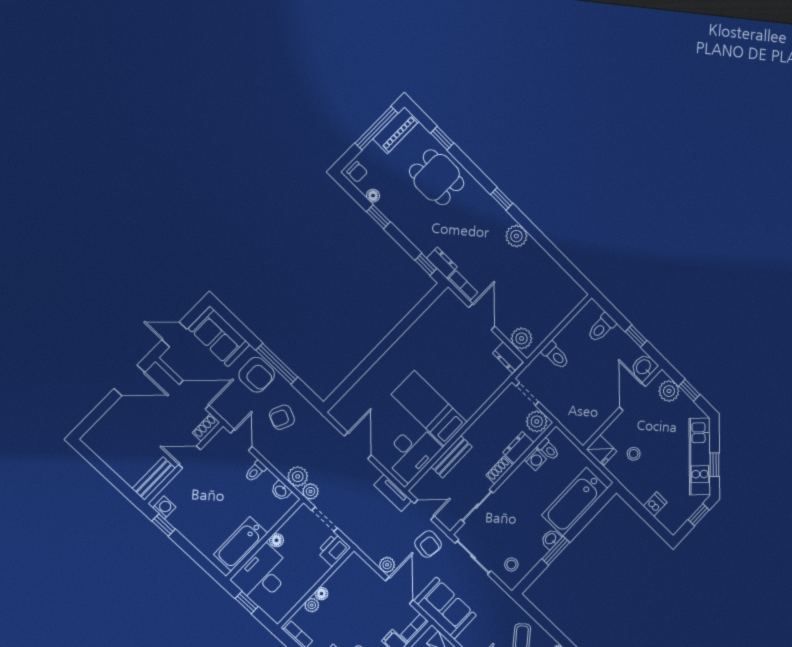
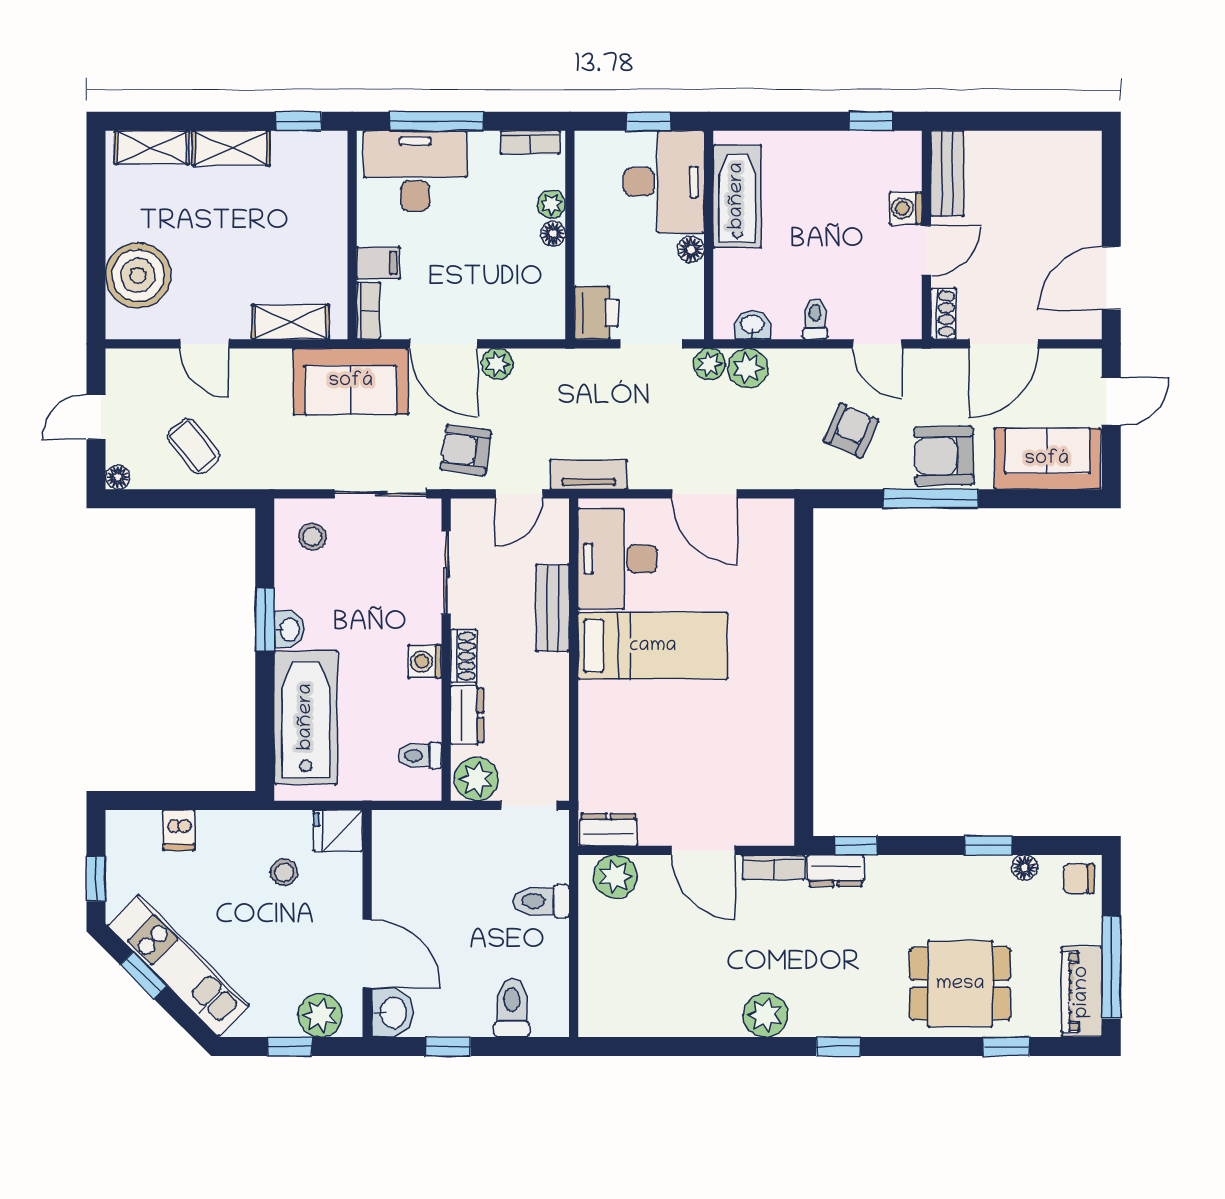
washing machine: (535, 459) -> (425, 661), moved
washing machine: (164, 507) -> (906, 208), moved, turned 90

